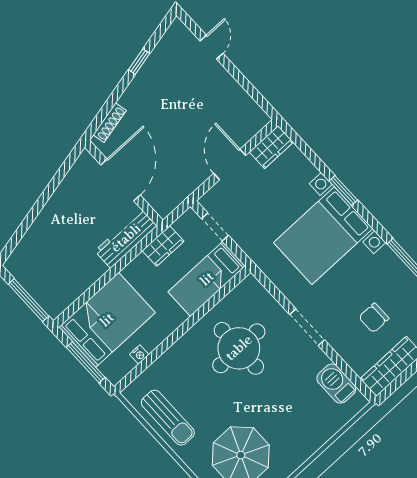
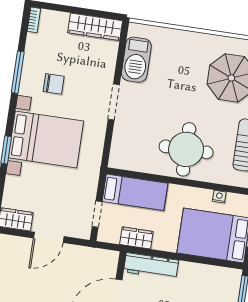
chair: (374, 318) -> (54, 84), moved
round table: (239, 348) -> (186, 149), moved
barbecue: (336, 384) -> (136, 60), width x1.37, depth x1.21

